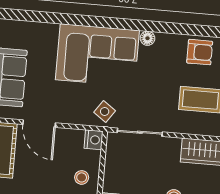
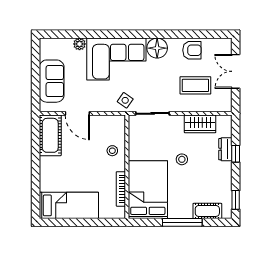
plant: (50, 31) -> (79, 44), added
floor lamp: (148, 38) -> (157, 48), width x1.89, depth x1.89
nightstand: (94, 140) -> (119, 122), removed

